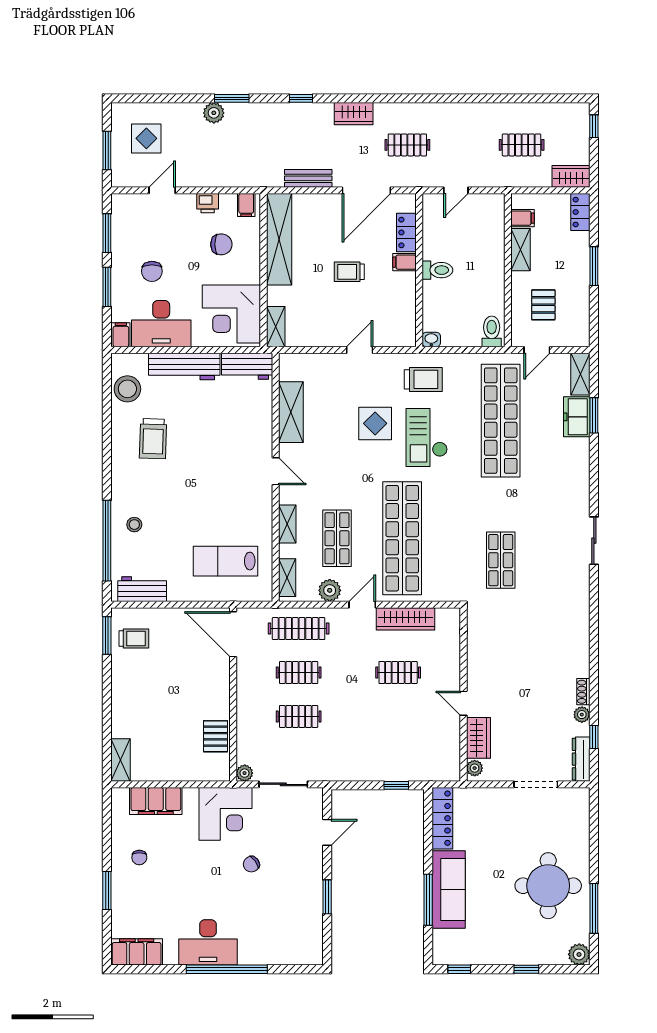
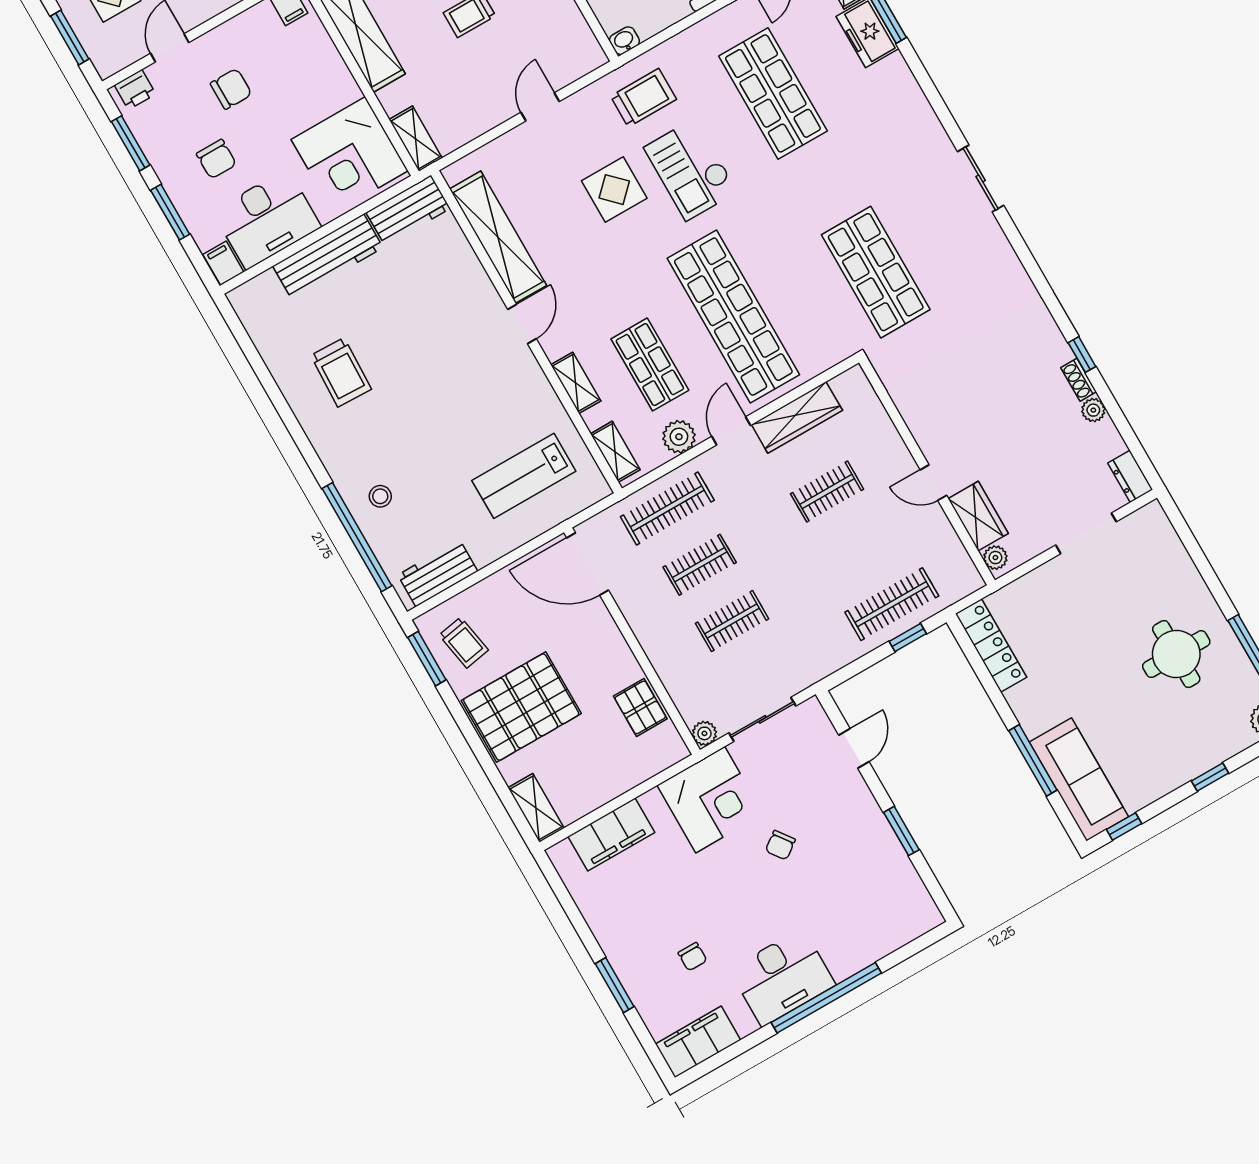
printer: (208, 203) -> (135, 90), moved
chair: (221, 244) -> (231, 89), moved
stool: (127, 389) -> (272, 328), removed
shelving: (291, 412) -> (498, 237), width x1.47
shop shelf: (501, 421) -> (773, 93), width x0.71
door: (276, 471) -> (522, 324), hinge flipped
shop shelf: (501, 560) -> (876, 272), width x1.43, depth x1.36
trolley: (134, 638) -> (464, 643), turned 80
pallet: (146, 696) -> (521, 707), added
window: (594, 737) -> (1082, 355), moved
dresser: (581, 759) -> (1130, 476), width x0.70
clothes rail: (398, 760) -> (892, 604), added
chair: (139, 858) -> (693, 957), moved
round table: (548, 886) -> (1176, 654), width x0.73, depth x0.73
sofa: (449, 889) -> (1079, 779), moved

